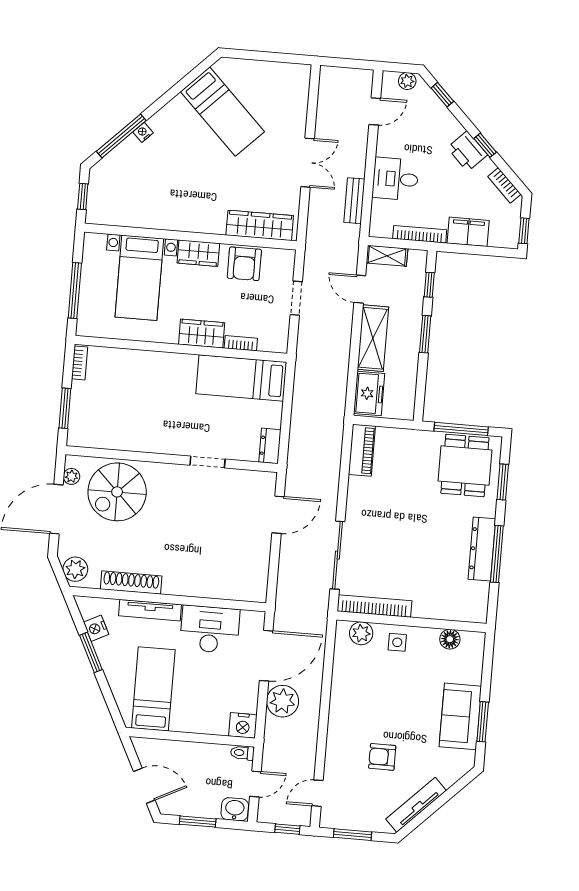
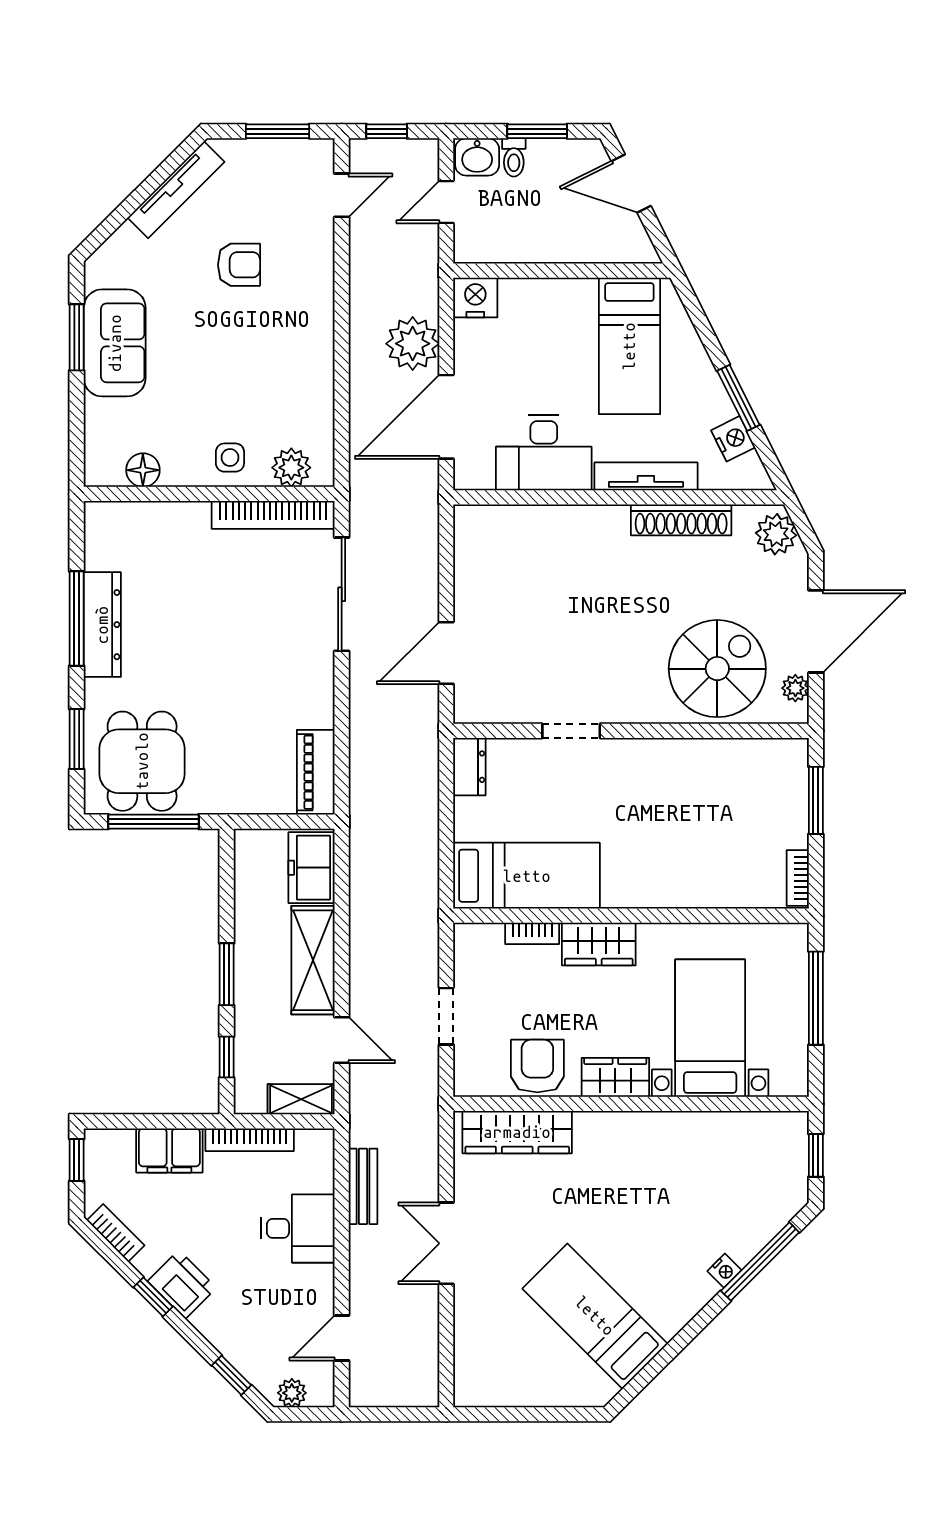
toilet: (242, 753) -> (514, 157), moved, turned 90

